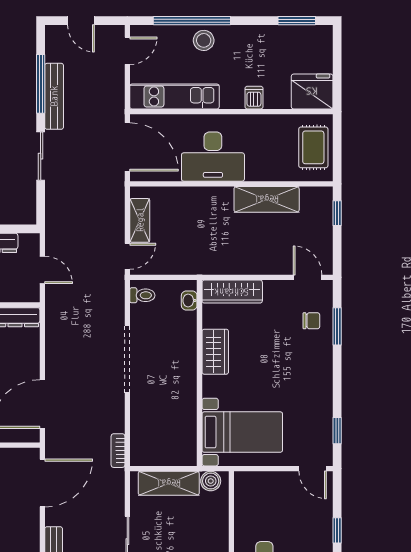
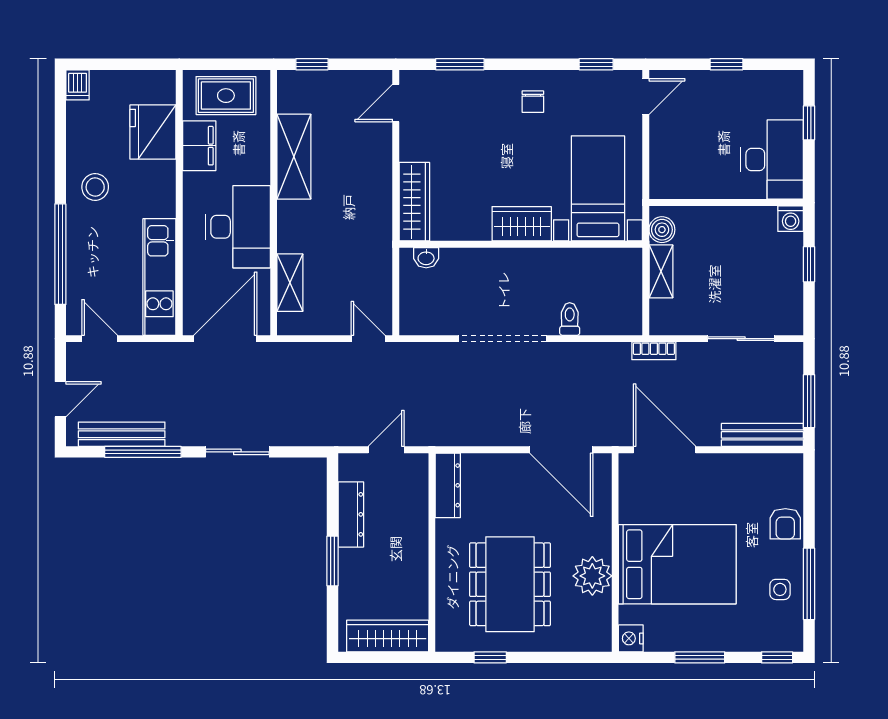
window: (297, 21) -> (60, 117), removed
stool: (204, 40) -> (95, 187), moved
fridge: (312, 91) -> (153, 132), moved
bench: (54, 96) -> (122, 434), moved
dishwasher: (254, 98) -> (78, 85), moved, turned -90
filing cabinet: (275, 127) -> (199, 146), added
shelving: (140, 220) -> (290, 283), moved, turned 90
toilet: (142, 295) -> (570, 319), moved
chair: (311, 321) -> (533, 102), moved, turned 180
wardrobe: (215, 352) -> (522, 224), moved
bookcase: (118, 451) -> (654, 351), moved
shelving: (169, 483) -> (661, 271), width x0.67, depth x0.75

